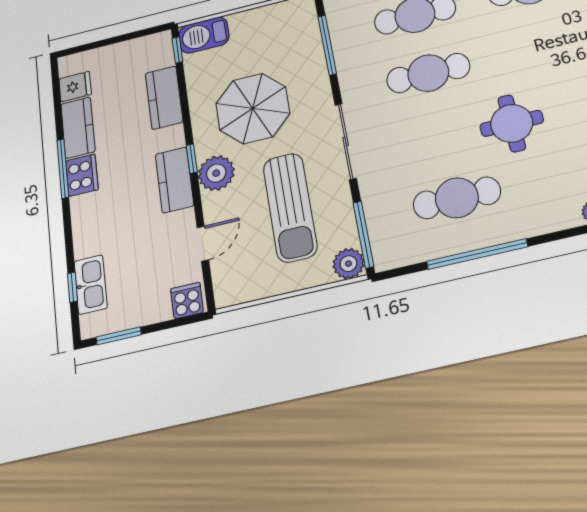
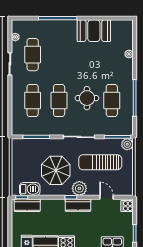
barbecue: (204, 35) -> (30, 189), moved, turned -90
kitchen counter: (164, 98) -> (27, 205), moved
round table: (512, 123) -> (87, 98), moved
sun lounger: (290, 207) -> (100, 162), turned 180

